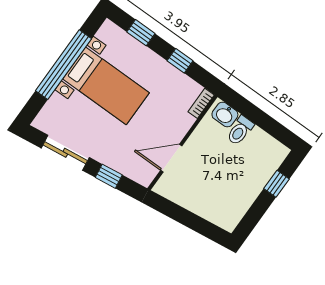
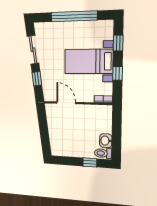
bed with nightstands: (106, 86) -> (89, 61), moved, turned 90
washbasin: (225, 115) -> (106, 141), moved
toilet: (240, 130) -> (103, 153), moved

